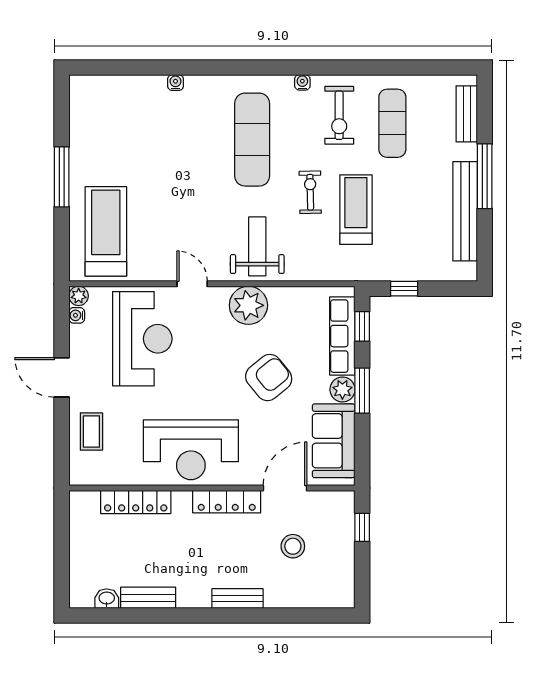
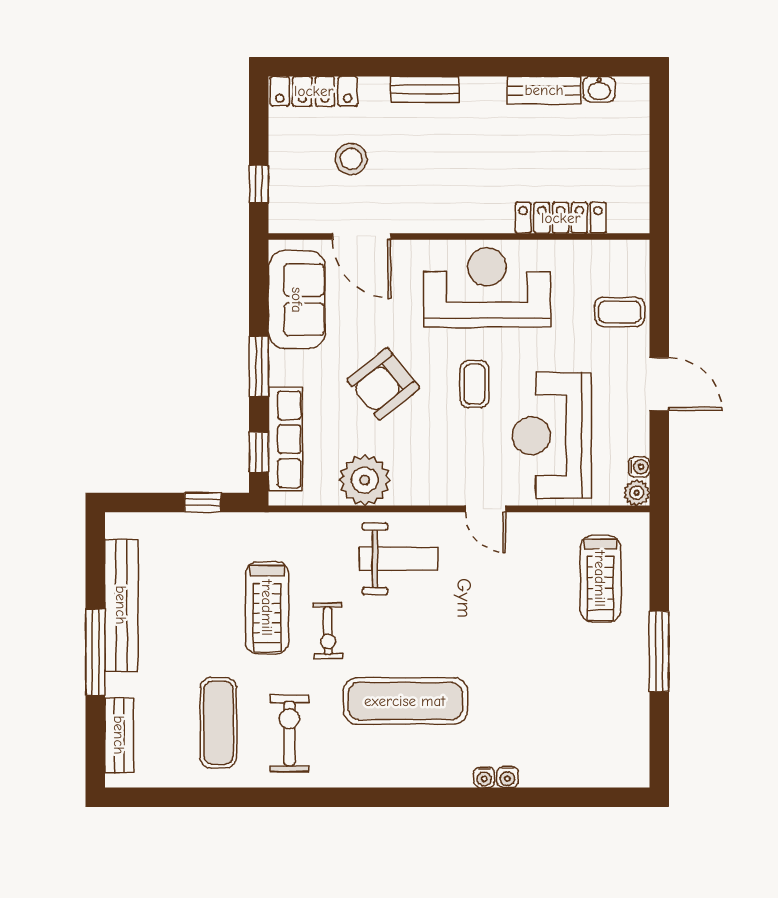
water cooler: (302, 82) -> (484, 777), moved
exercise mat: (252, 140) -> (405, 701), turned 90
treadmill: (106, 231) -> (600, 579), width x0.73, depth x0.73
weight bench: (257, 246) -> (399, 559), turned -90
plant: (248, 305) -> (365, 480), moved
coffee table: (200, 377) -> (474, 384), added
plant: (342, 390) -> (285, 368), removed
coffee table: (91, 431) -> (620, 312), turned 90
door: (285, 488) -> (362, 236), hinge flipped
locker: (227, 502) -> (314, 91), moved, turned 180

